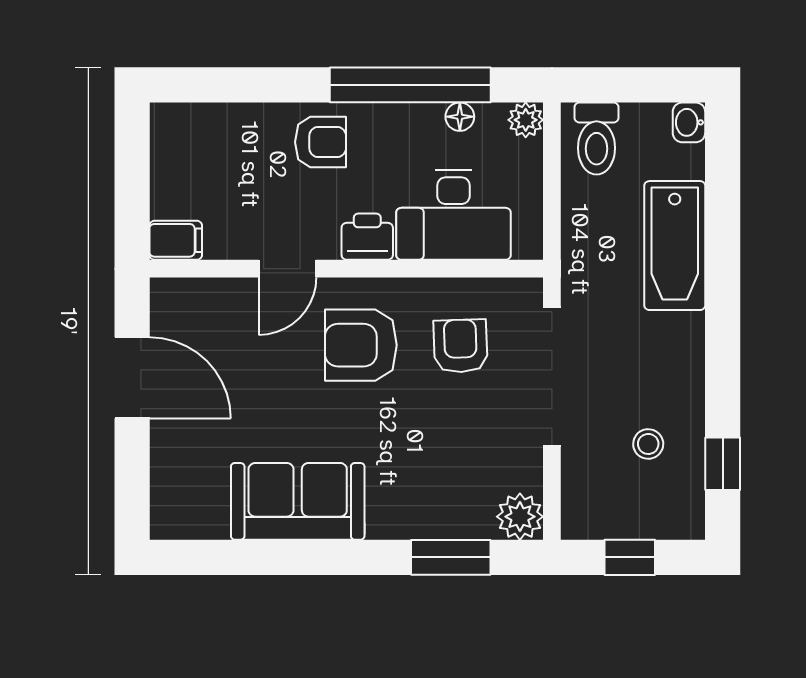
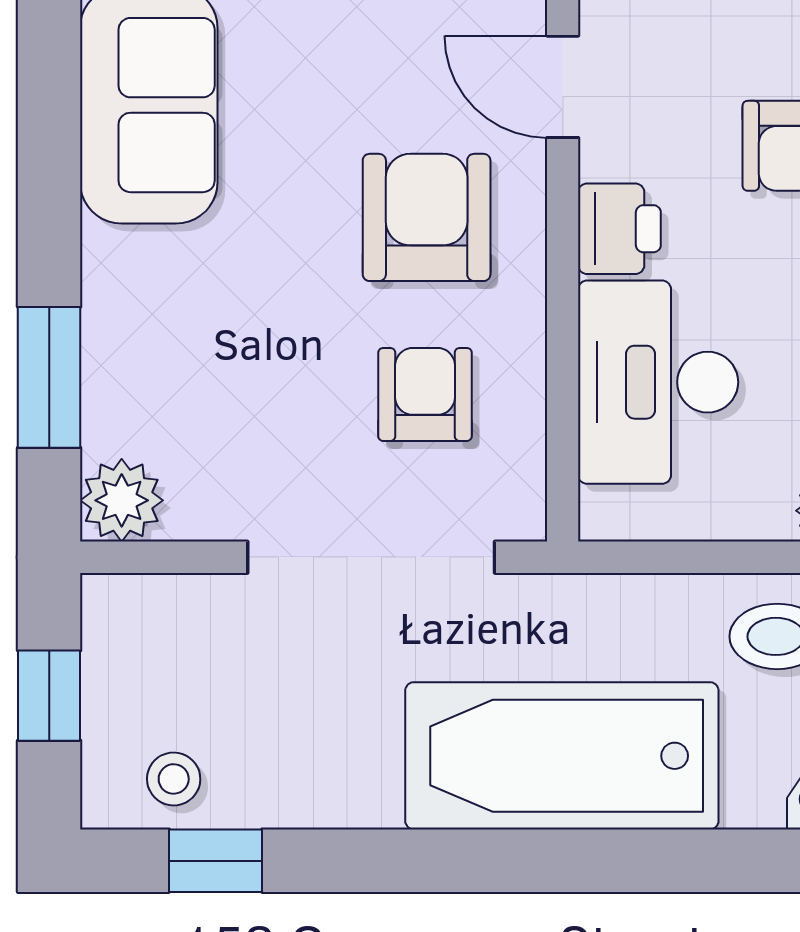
bathtub: (675, 246) -> (562, 756), width x1.36, depth x1.36
armchair: (460, 346) -> (425, 394), turned -88
stool: (648, 444) -> (174, 779), moved

